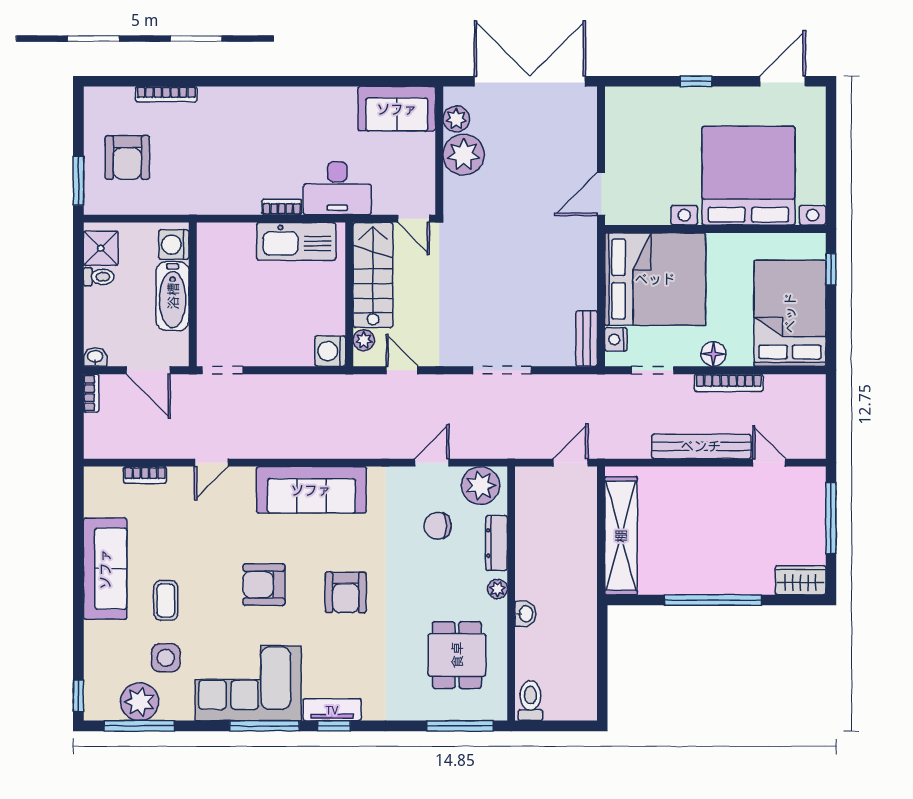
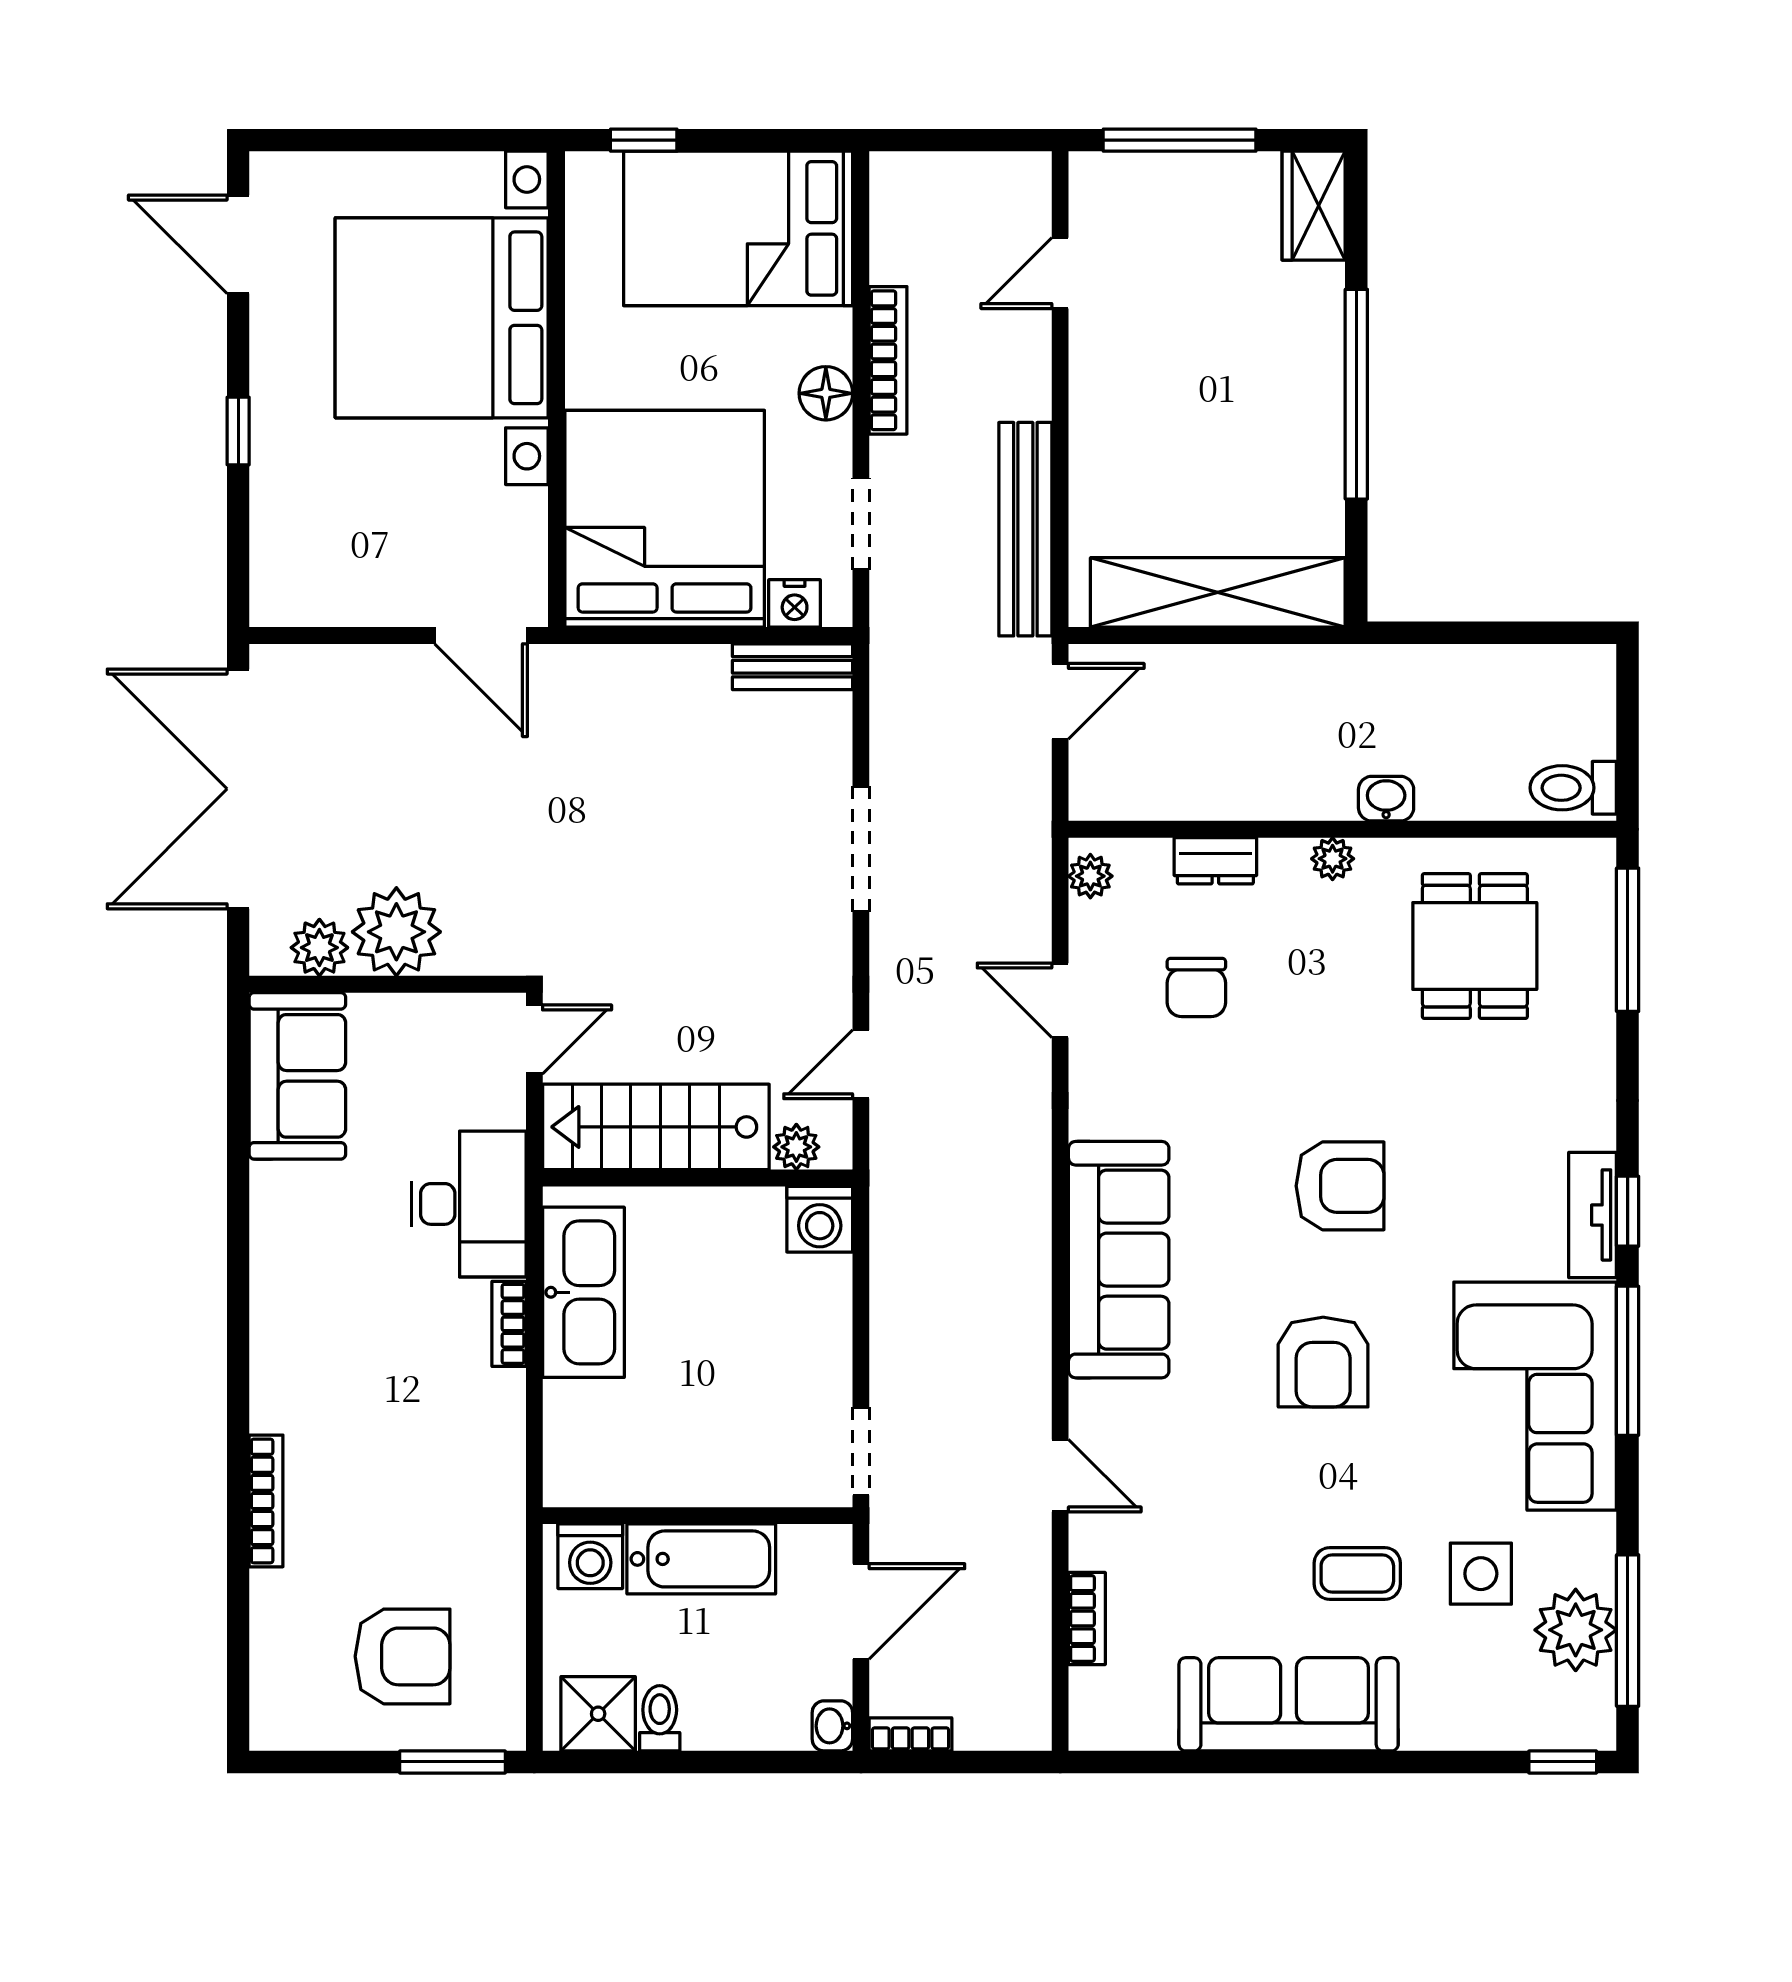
bookcase: (166, 94) -> (266, 1501), moved
bench: (701, 446) -> (1025, 529), moved
door: (571, 463) -> (1060, 701), swing flipped
plant: (481, 485) -> (1090, 876), width x0.53, depth x0.53
dresser: (497, 543) -> (1215, 861), width x0.70
dining table: (457, 655) -> (1475, 946), turned 90

